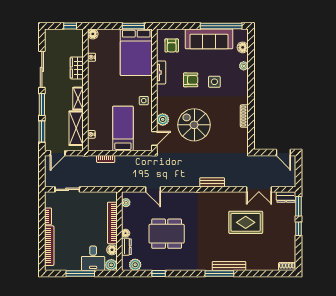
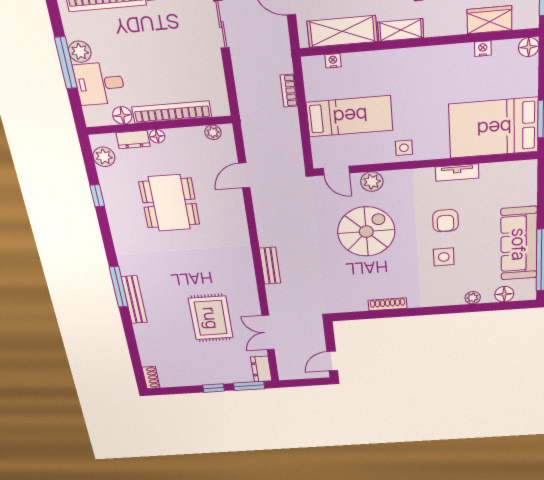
armchair: (172, 45) -> (507, 186), removed
wardrobe: (77, 68) -> (489, 20), moved
plant: (111, 265) -> (80, 52), moved

